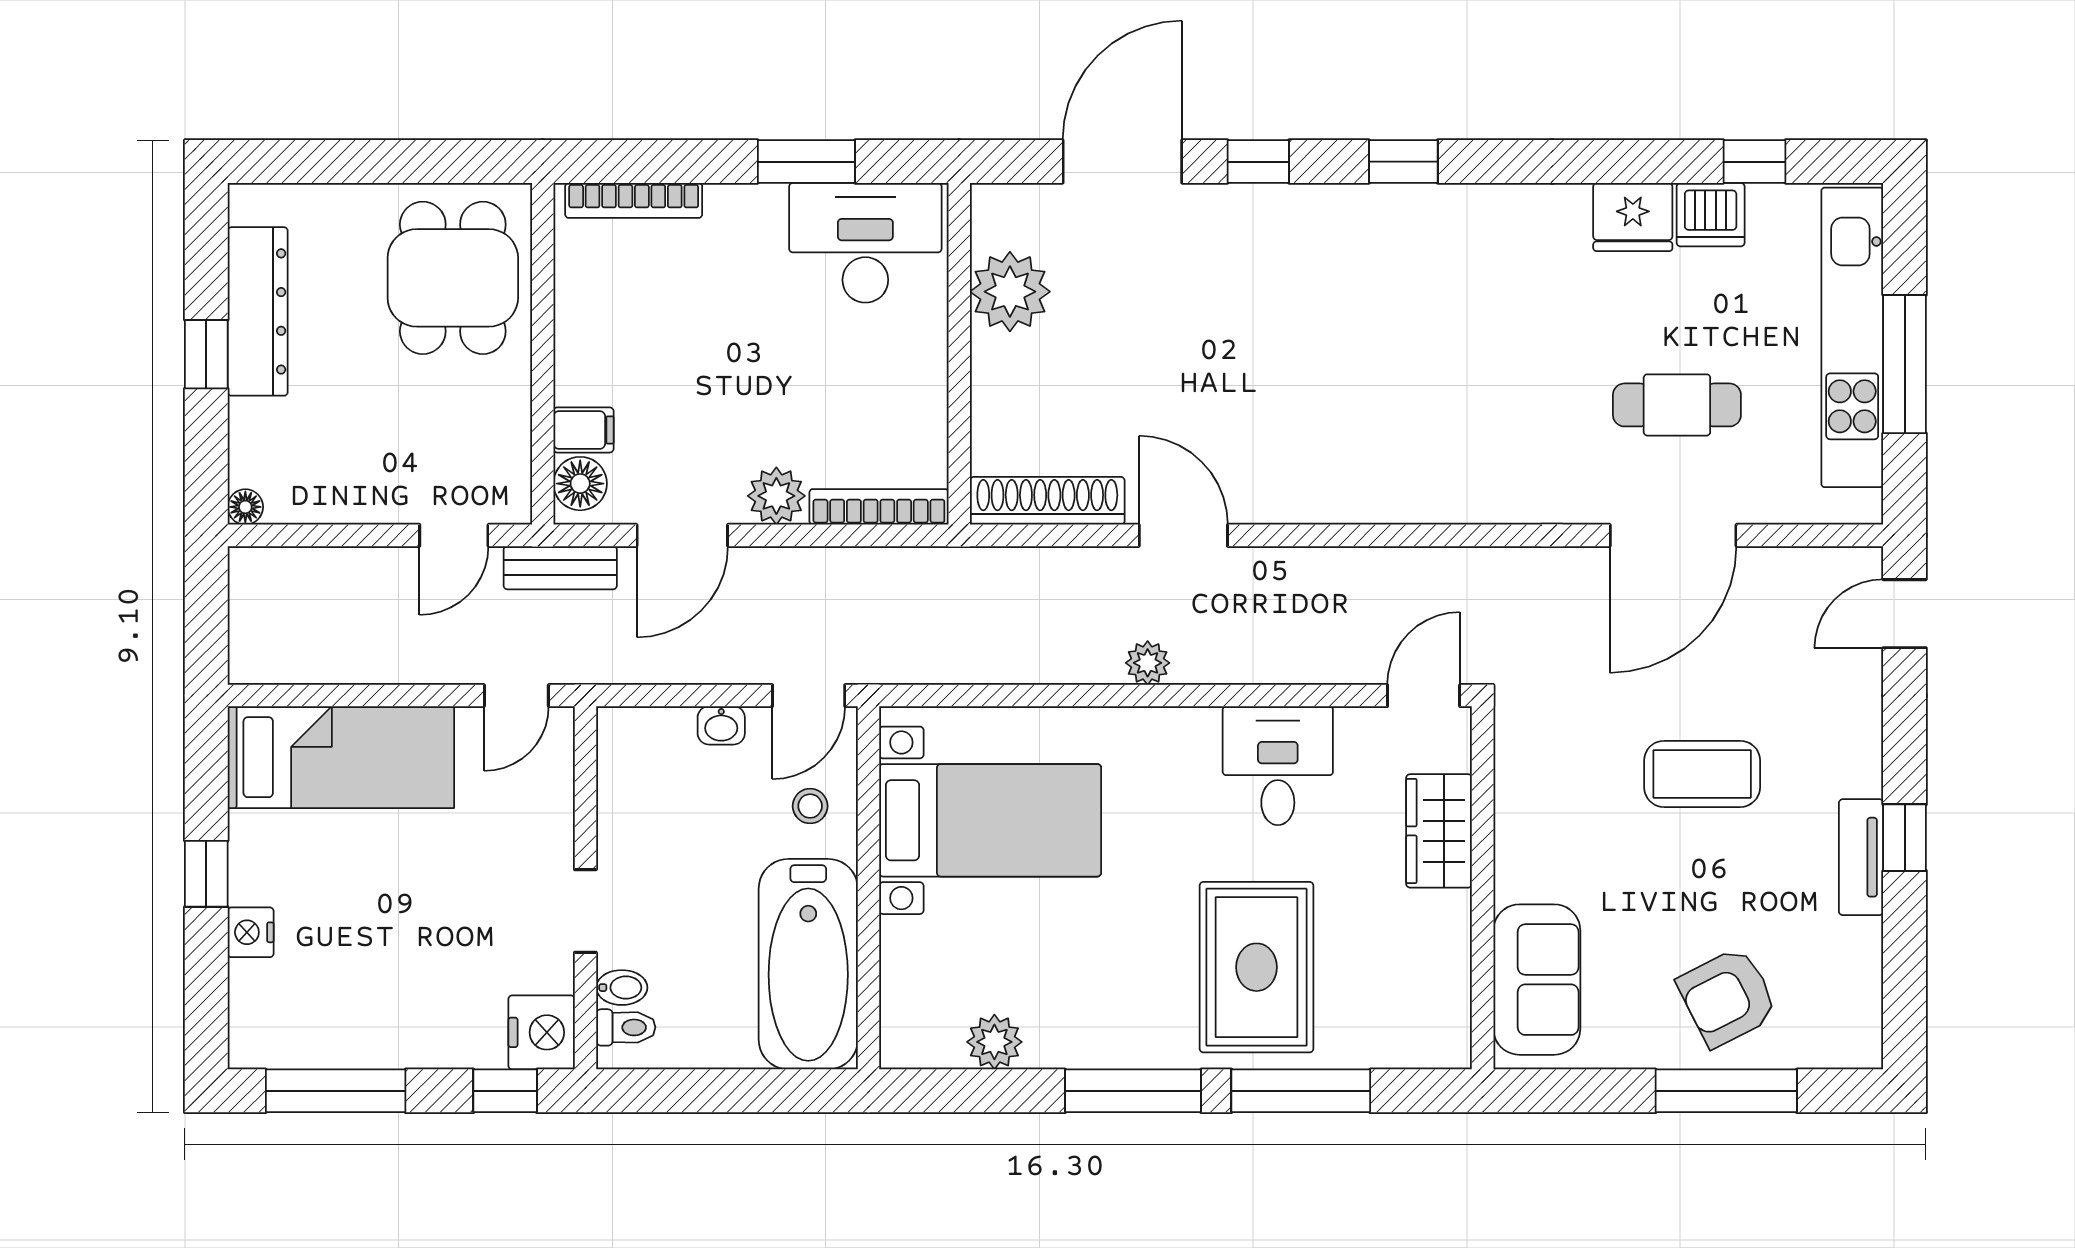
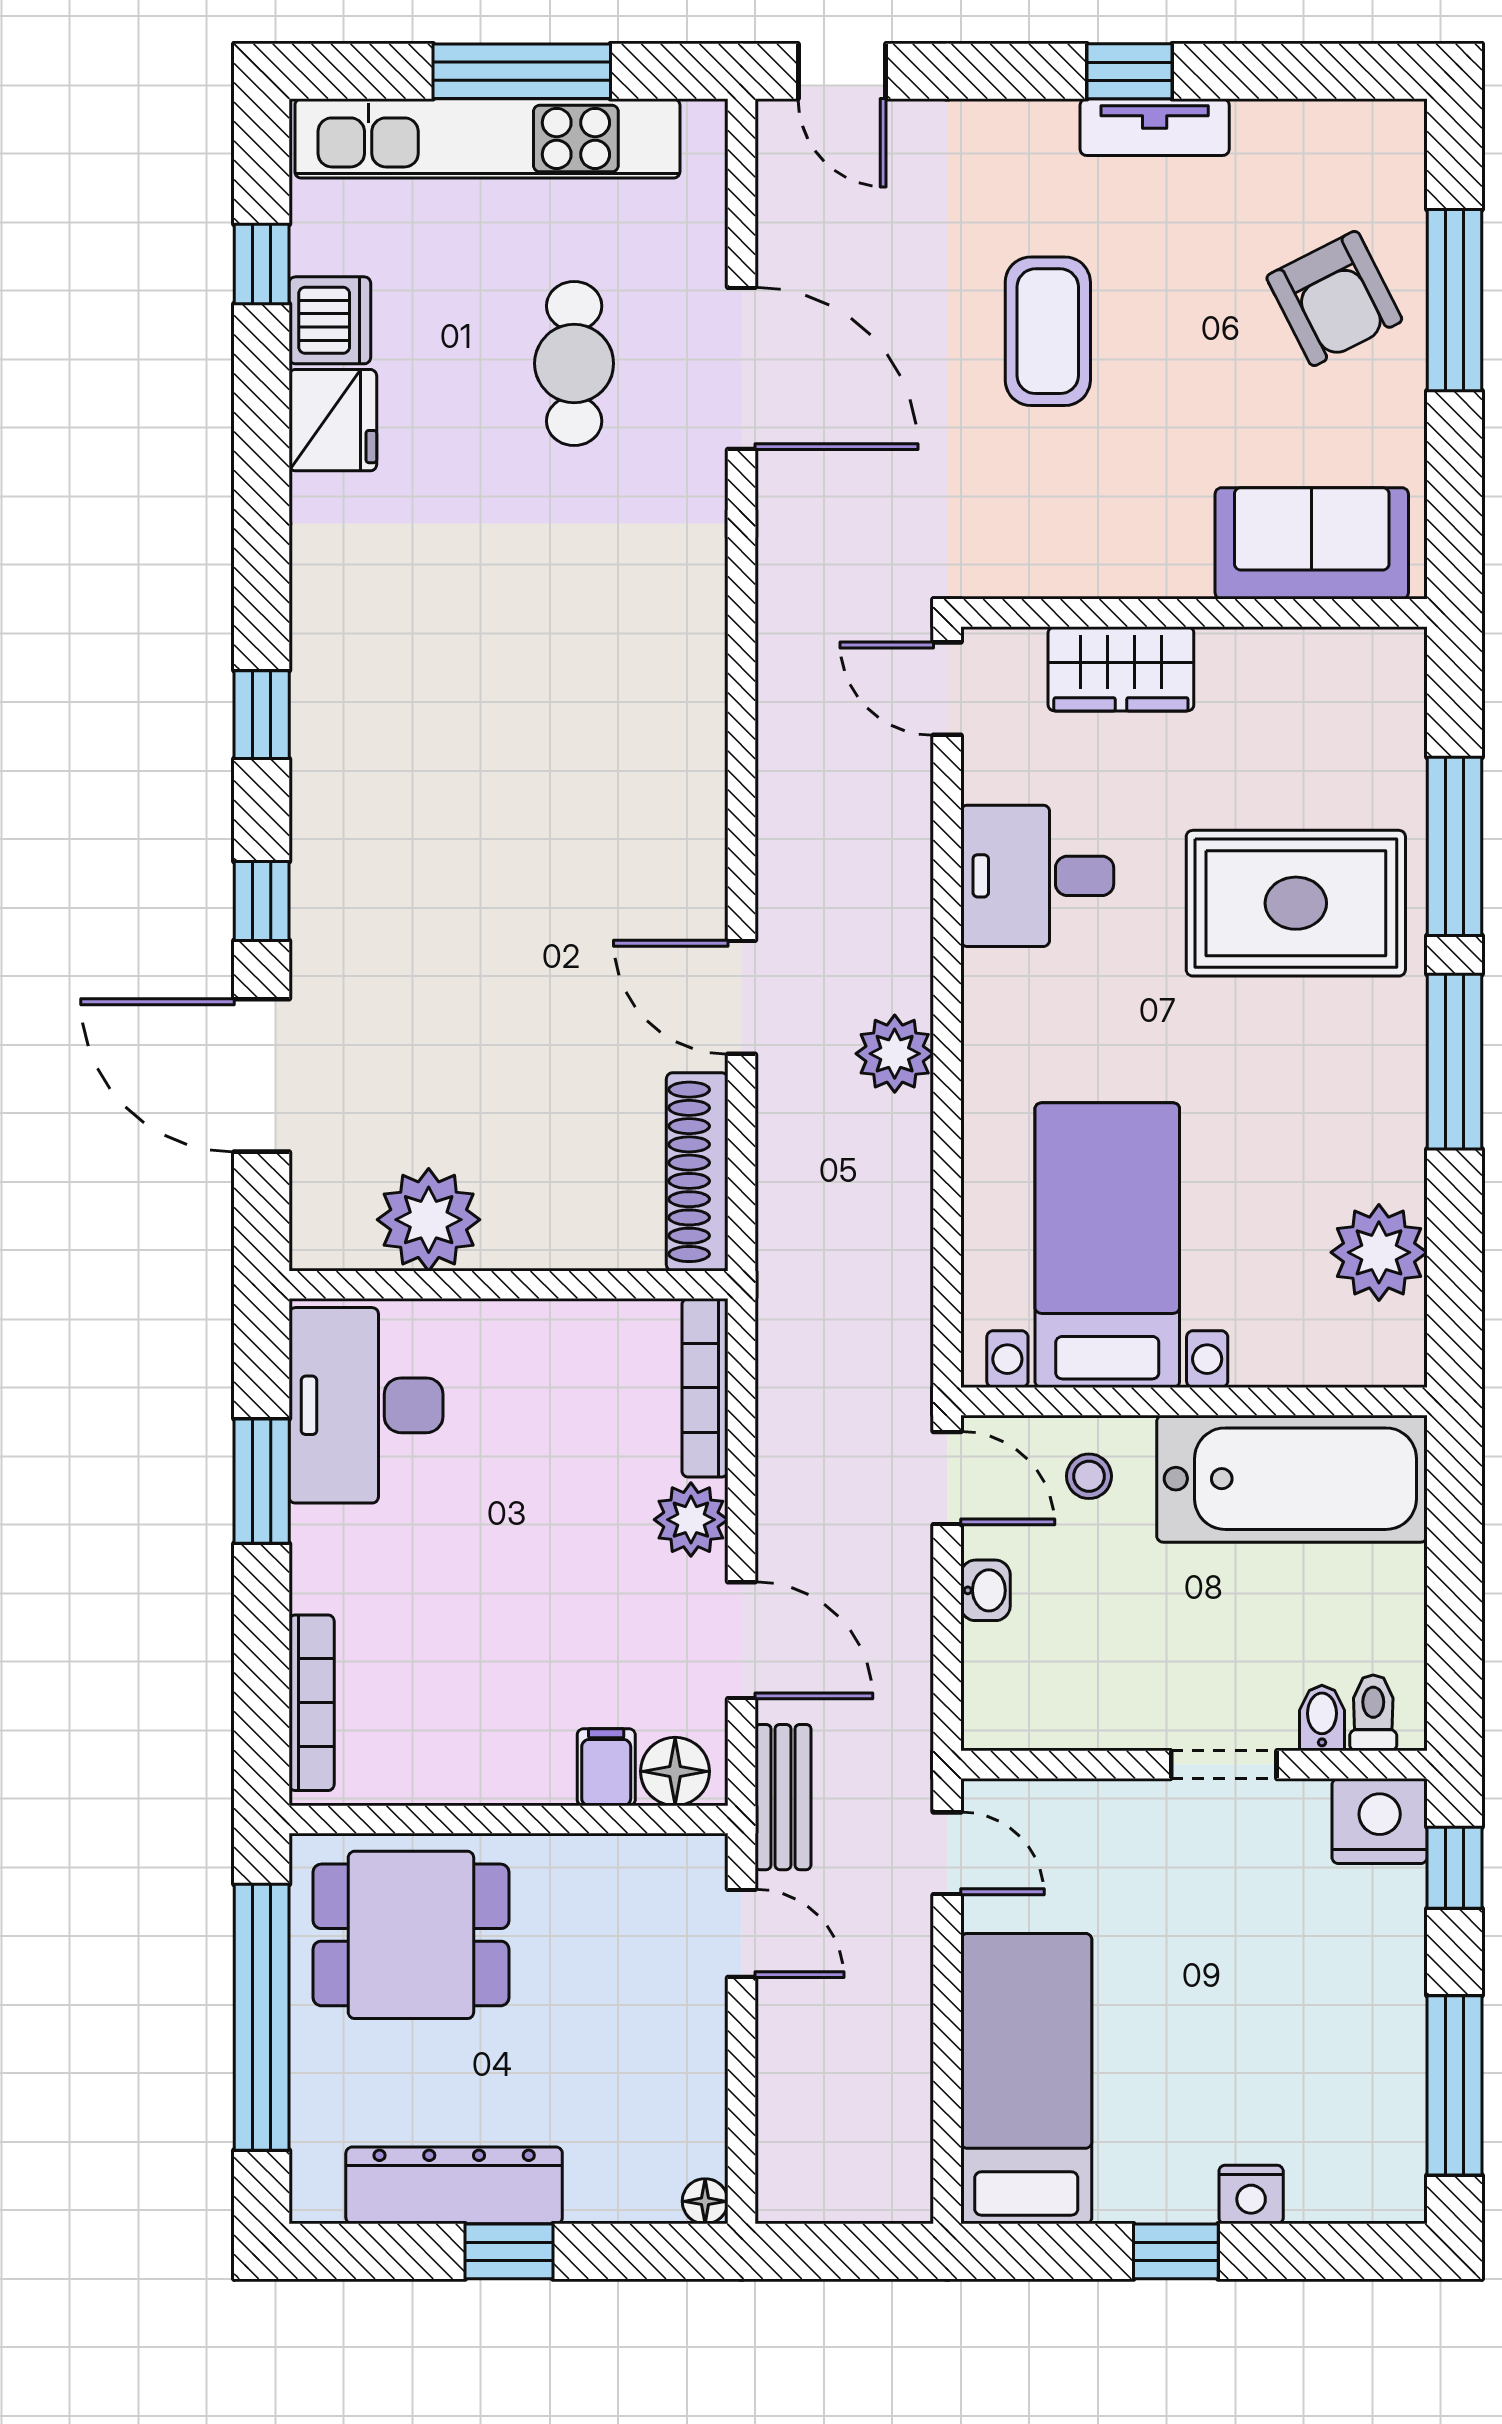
window: (389, 162) -> (262, 2017), added
door: (1183, 535) -> (742, 997), hinge flipped
plant: (1148, 663) -> (895, 1054), width x1.38, depth x1.38
plant: (994, 1042) -> (1379, 1252), width x1.36, depth x1.36

